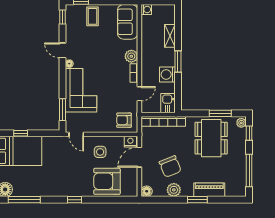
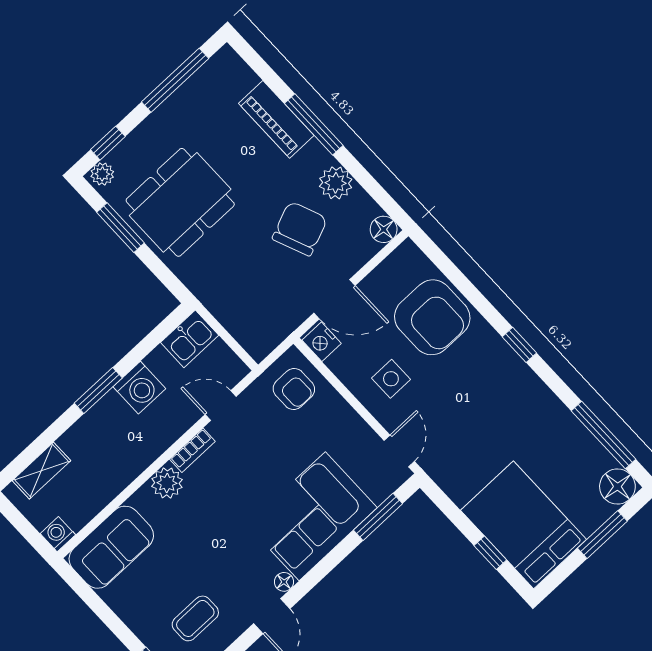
coffee table: (93, 16) -> (195, 618), moved
shelving: (170, 36) -> (41, 471), moved
bookcase: (163, 121) -> (230, 317), removed
window: (197, 200) -> (314, 124), width x1.44

